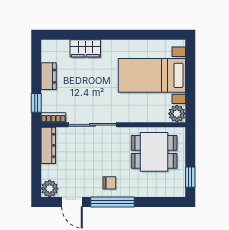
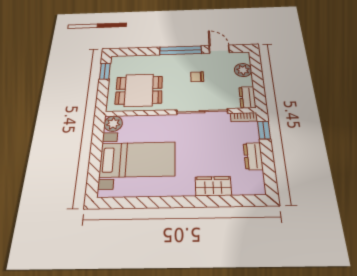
dresser: (48, 145) -> (247, 97), width x0.70
chair: (109, 183) -> (197, 77), moved
plant: (50, 189) -> (243, 70), moved

